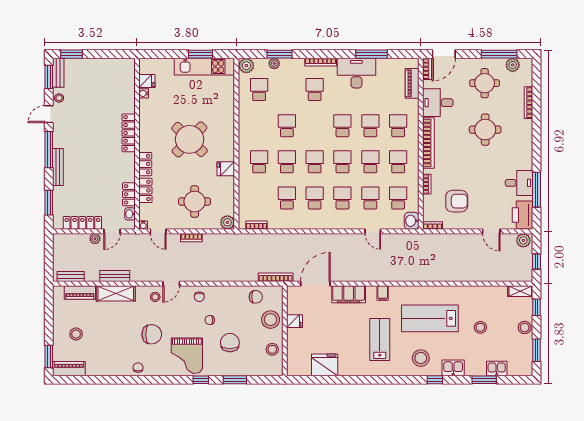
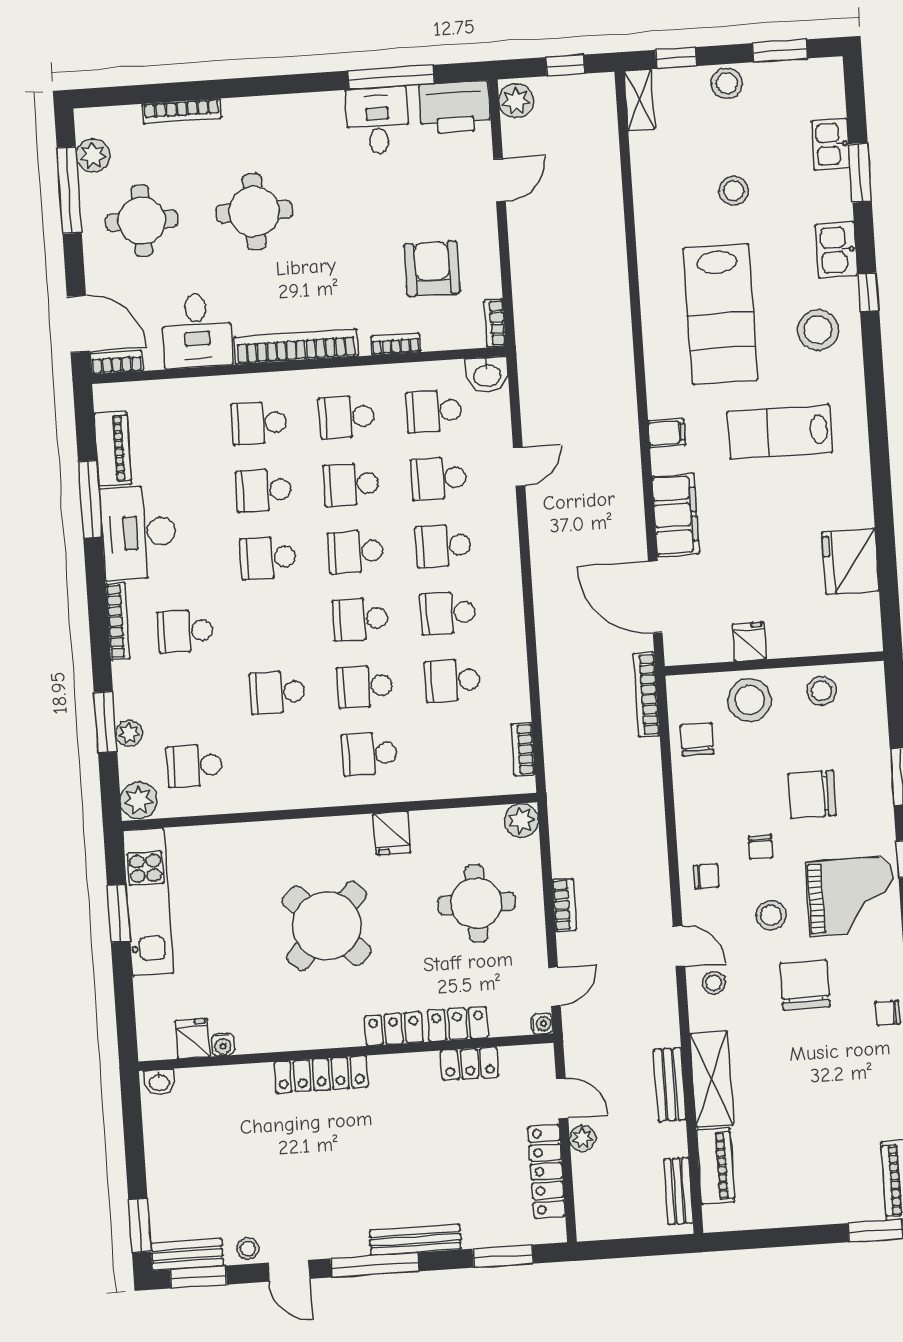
piano: (412, 83) -> (113, 449), moved, turned -90
washbasin: (130, 214) -> (159, 1082), moved
stool: (76, 334) -> (771, 915), moved

